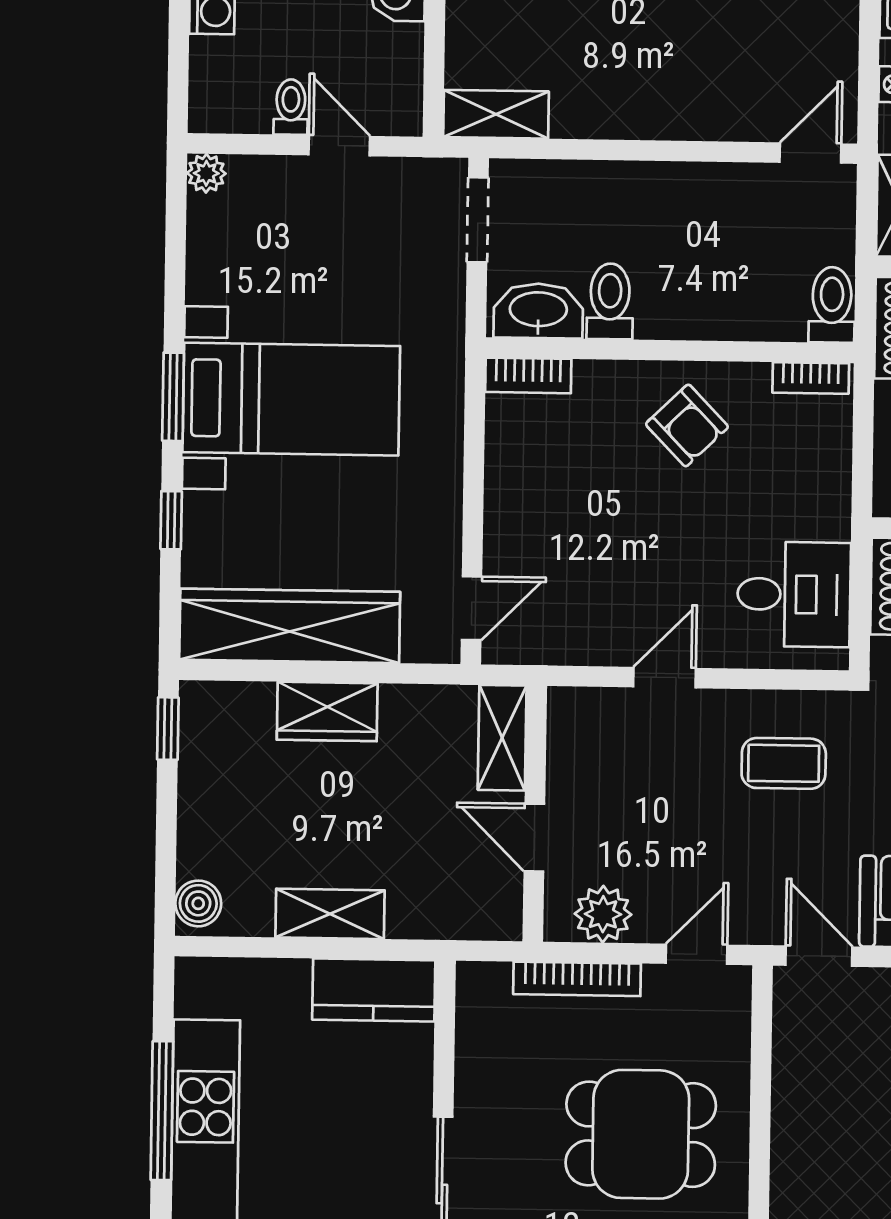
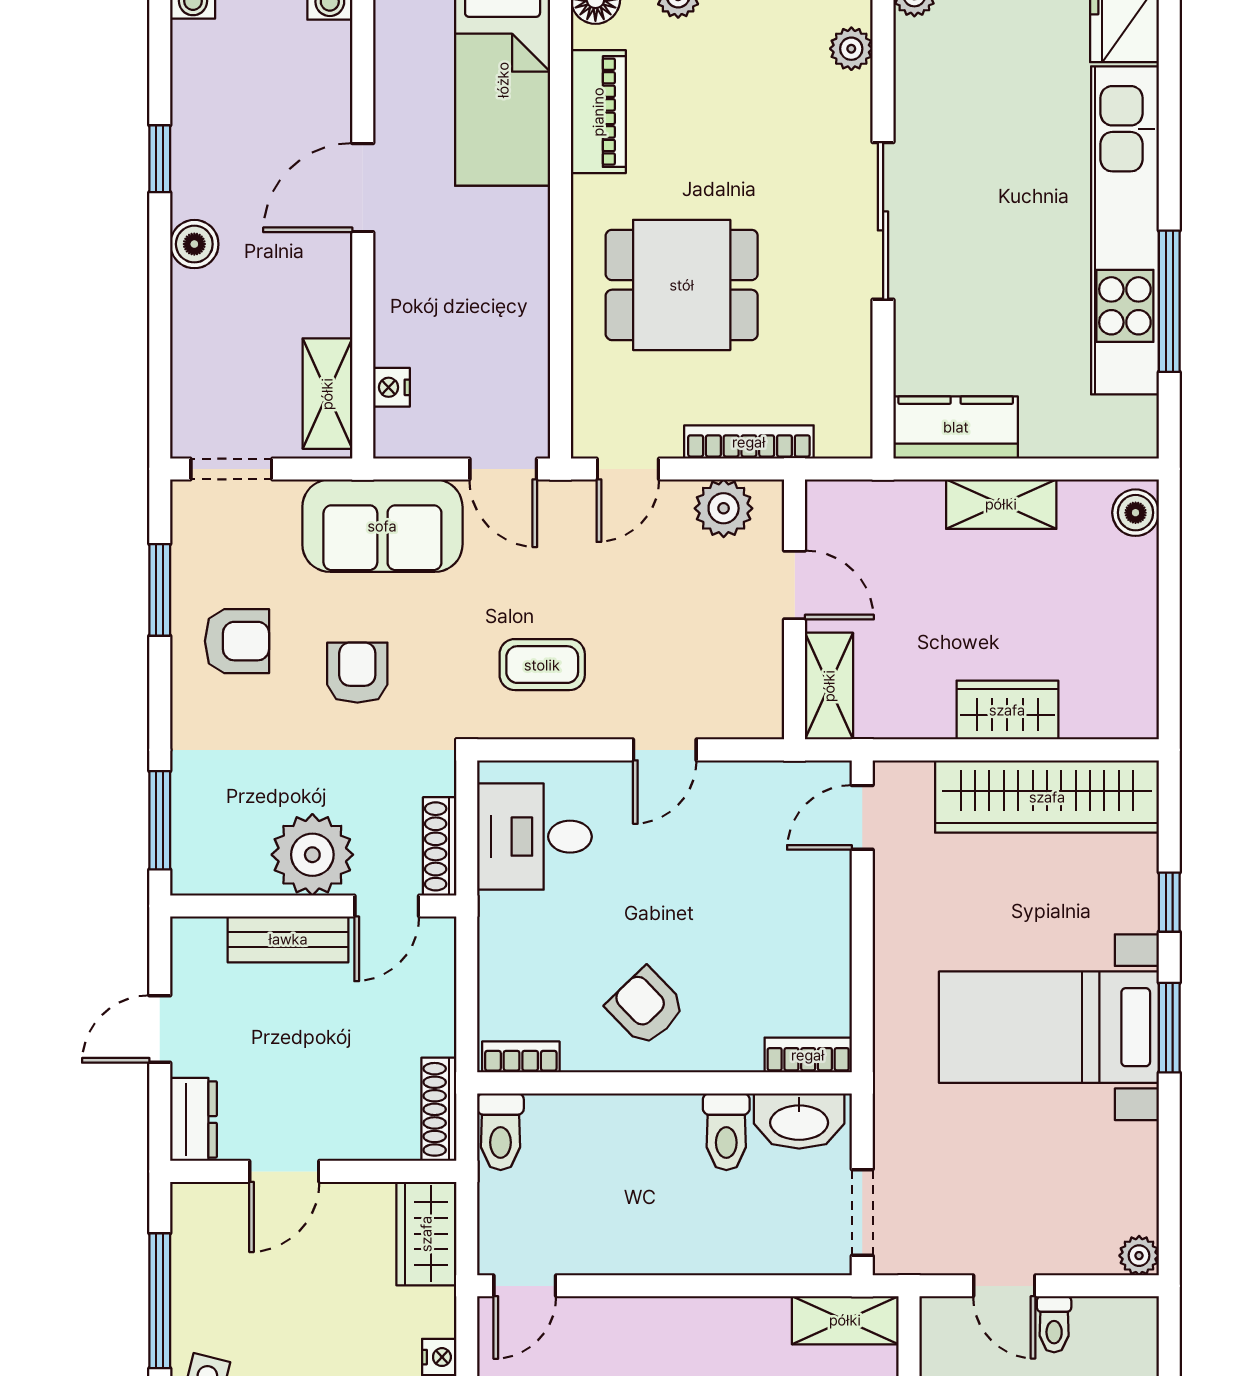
window: (168, 729) -> (1169, 690), removed

